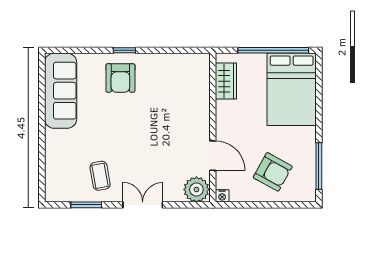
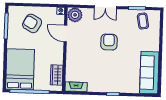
fireplace: (191, 61) -> (76, 87), added
armchair: (120, 78) -> (109, 42), moved
coffee table: (100, 176) -> (143, 21), moved

